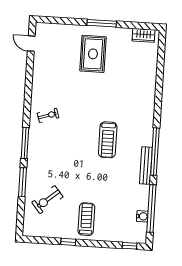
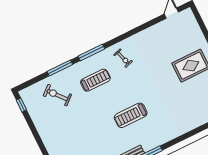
treadmill: (86, 219) -> (95, 80), moved
window: (68, 242) -> (21, 105), moved

